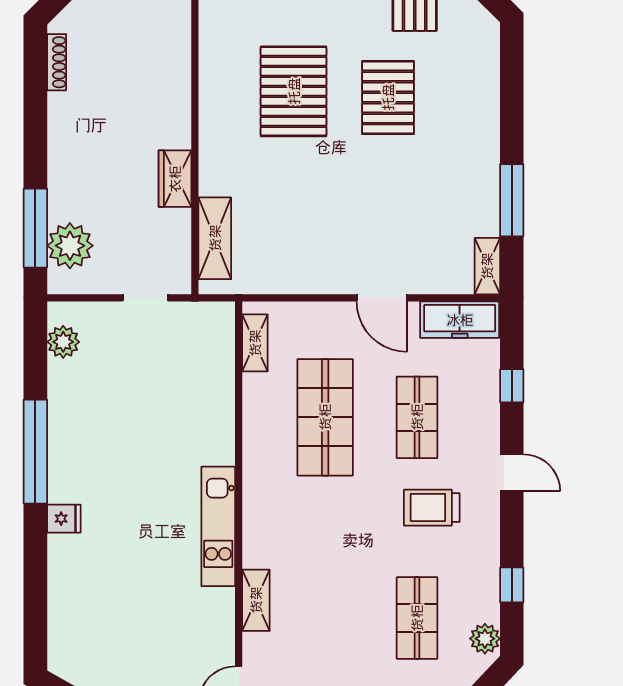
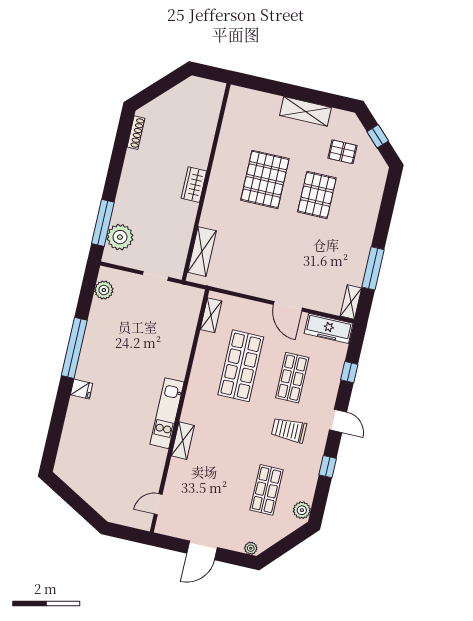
wardrobe: (175, 179) -> (194, 185), moved
window: (512, 585) -> (328, 467), moved
shelving: (256, 600) -> (183, 441), moved

